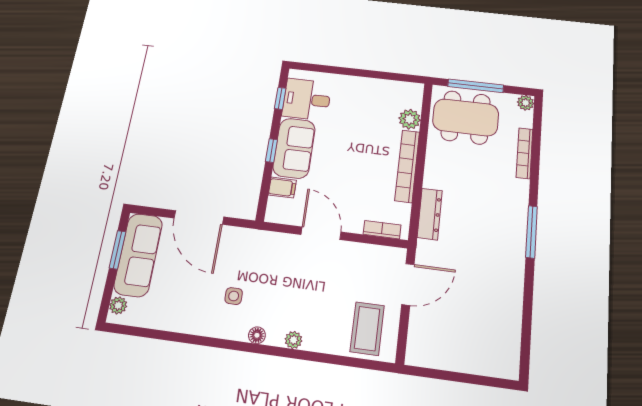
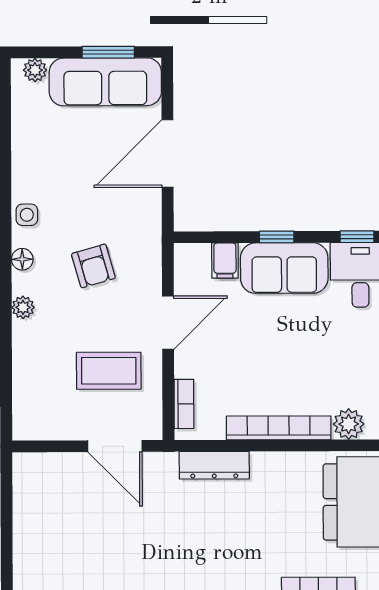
armchair: (271, 282) -> (93, 266), added
side table: (234, 296) -> (27, 215), moved
coffee table: (367, 328) -> (109, 371), moved

